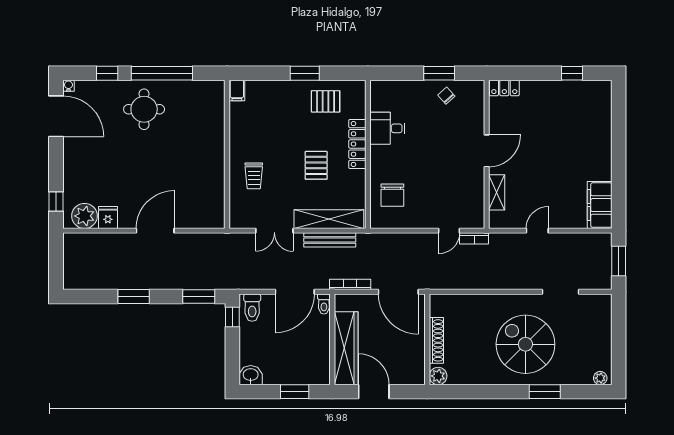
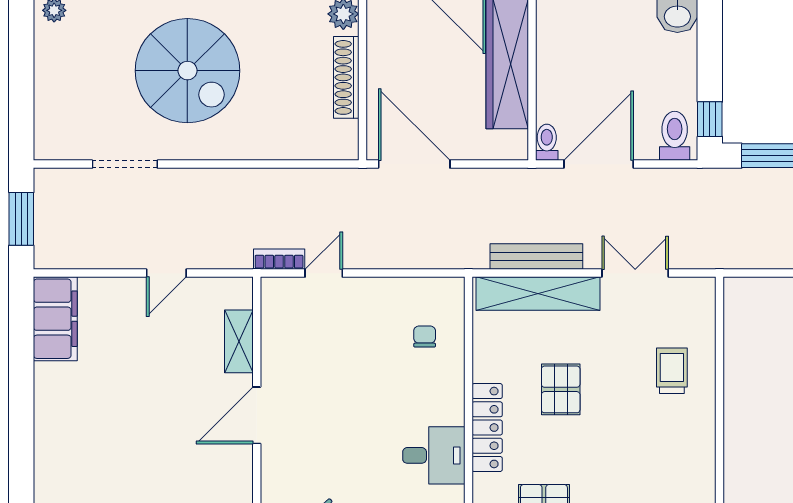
chair: (392, 195) -> (425, 337), width x0.54, depth x0.54
bookcase: (350, 284) -> (500, 177), removed

